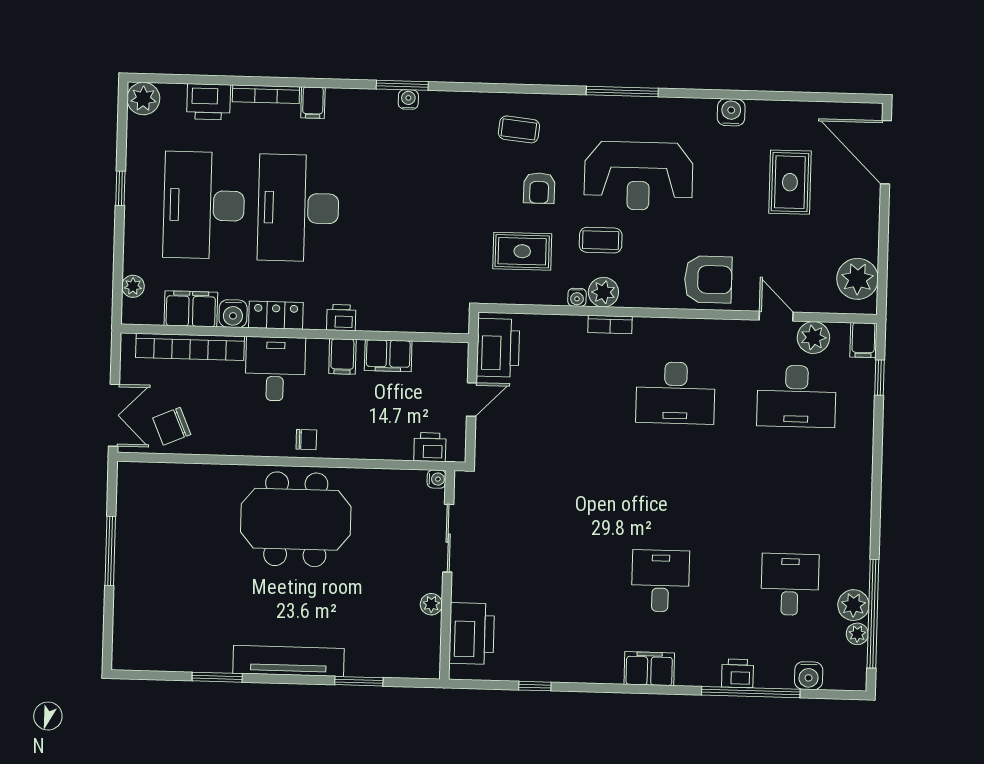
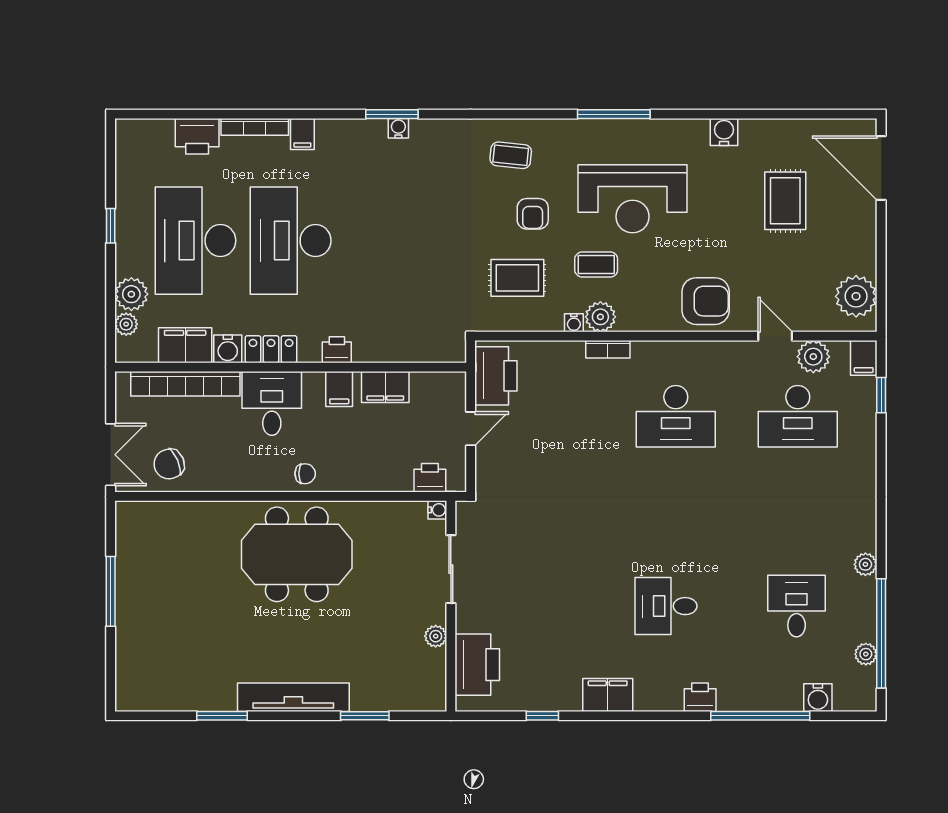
plant: (143, 99) -> (131, 294), moved
desk: (660, 581) -> (666, 606), turned -90
plant: (853, 605) -> (865, 564), moved, width x0.73, depth x0.73
filing cabinet: (649, 669) -> (608, 695), moved
printer: (738, 673) -> (700, 697), moved

